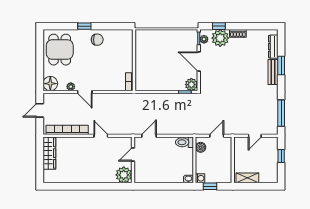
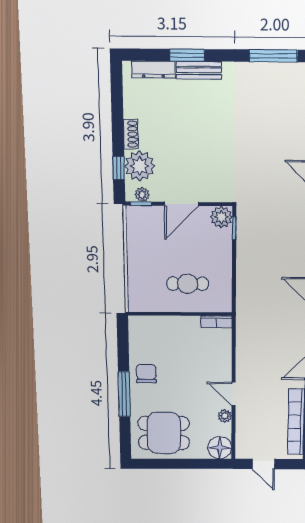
window: (84, 26) -> (124, 394), width x2.17
cafe table: (152, 65) -> (188, 284), added
door: (85, 92) -> (234, 394), swing flipped

